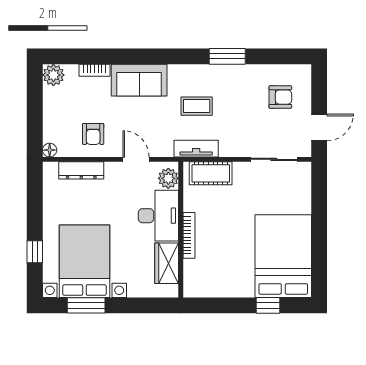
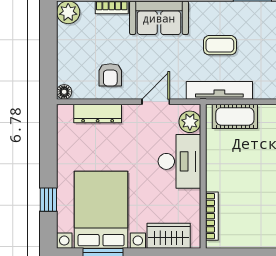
tv unit: (196, 149) -> (219, 90), width x1.41
door: (136, 159) -> (156, 102), hinge flipped
bookcase: (189, 235) -> (212, 216), moved
wardrobe: (167, 263) -> (169, 236), moved, turned 90

